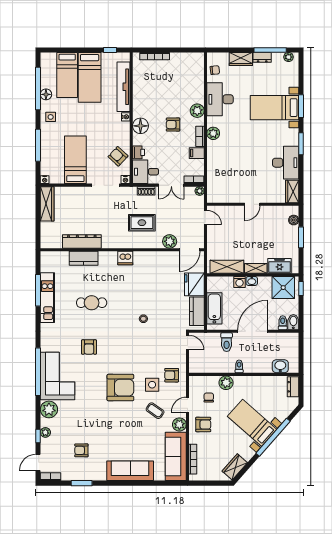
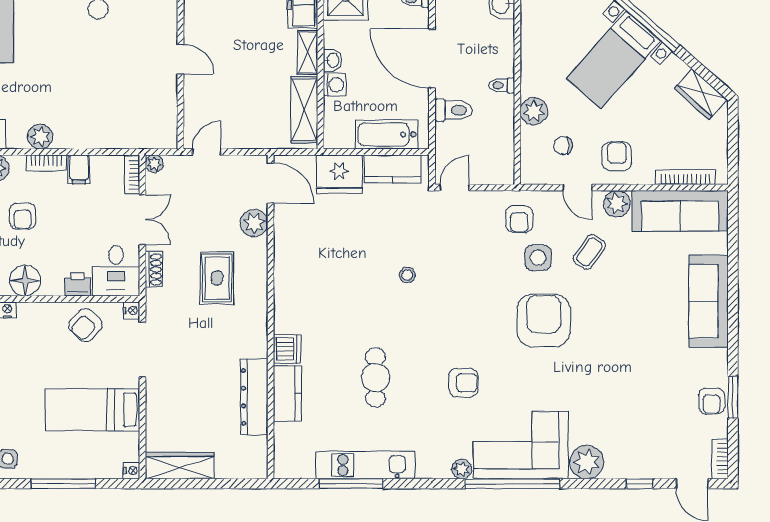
dishwasher: (125, 258) -> (287, 349), moved
plant: (45, 432) -> (462, 469), moved
armchair: (81, 450) -> (712, 401), moved

